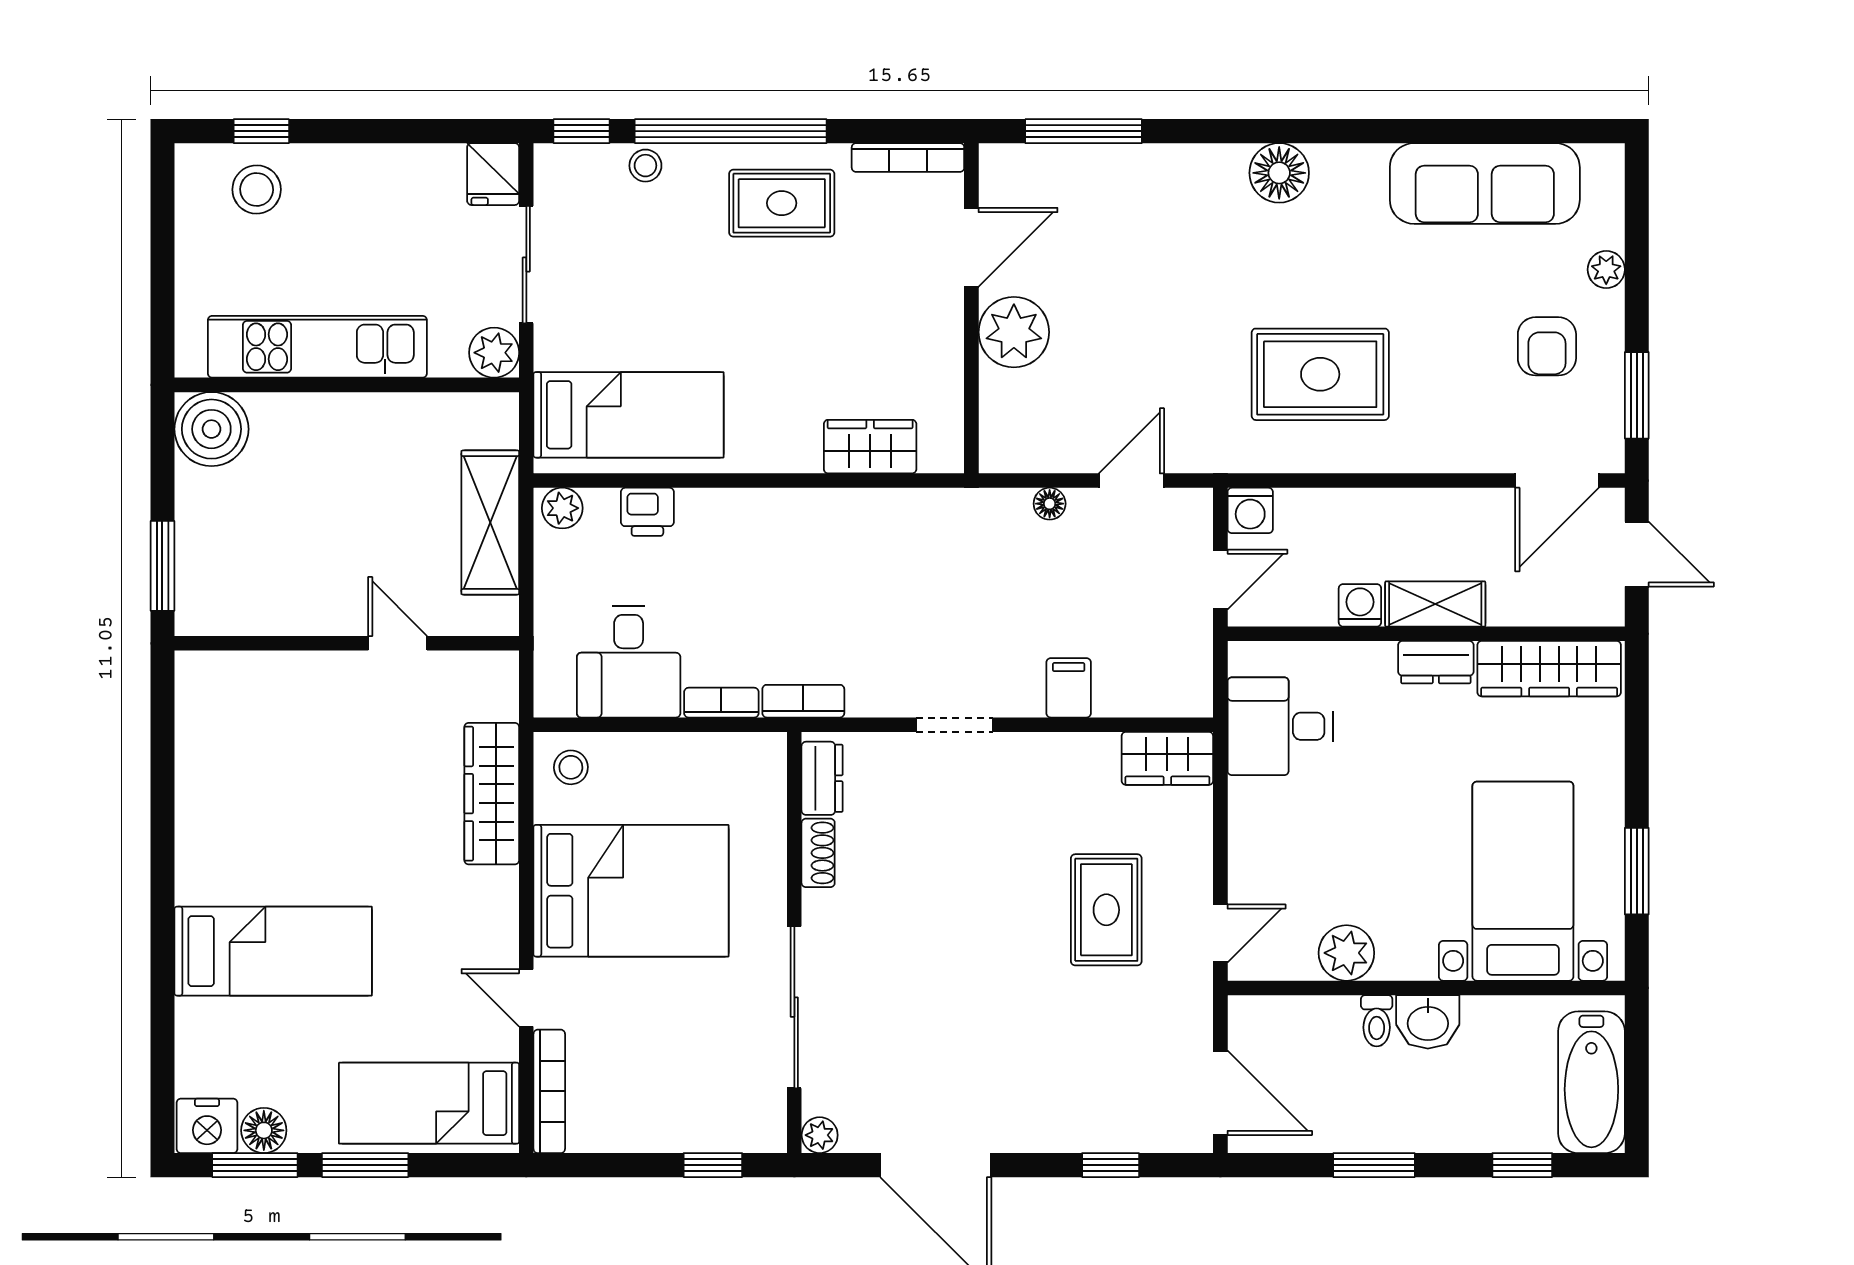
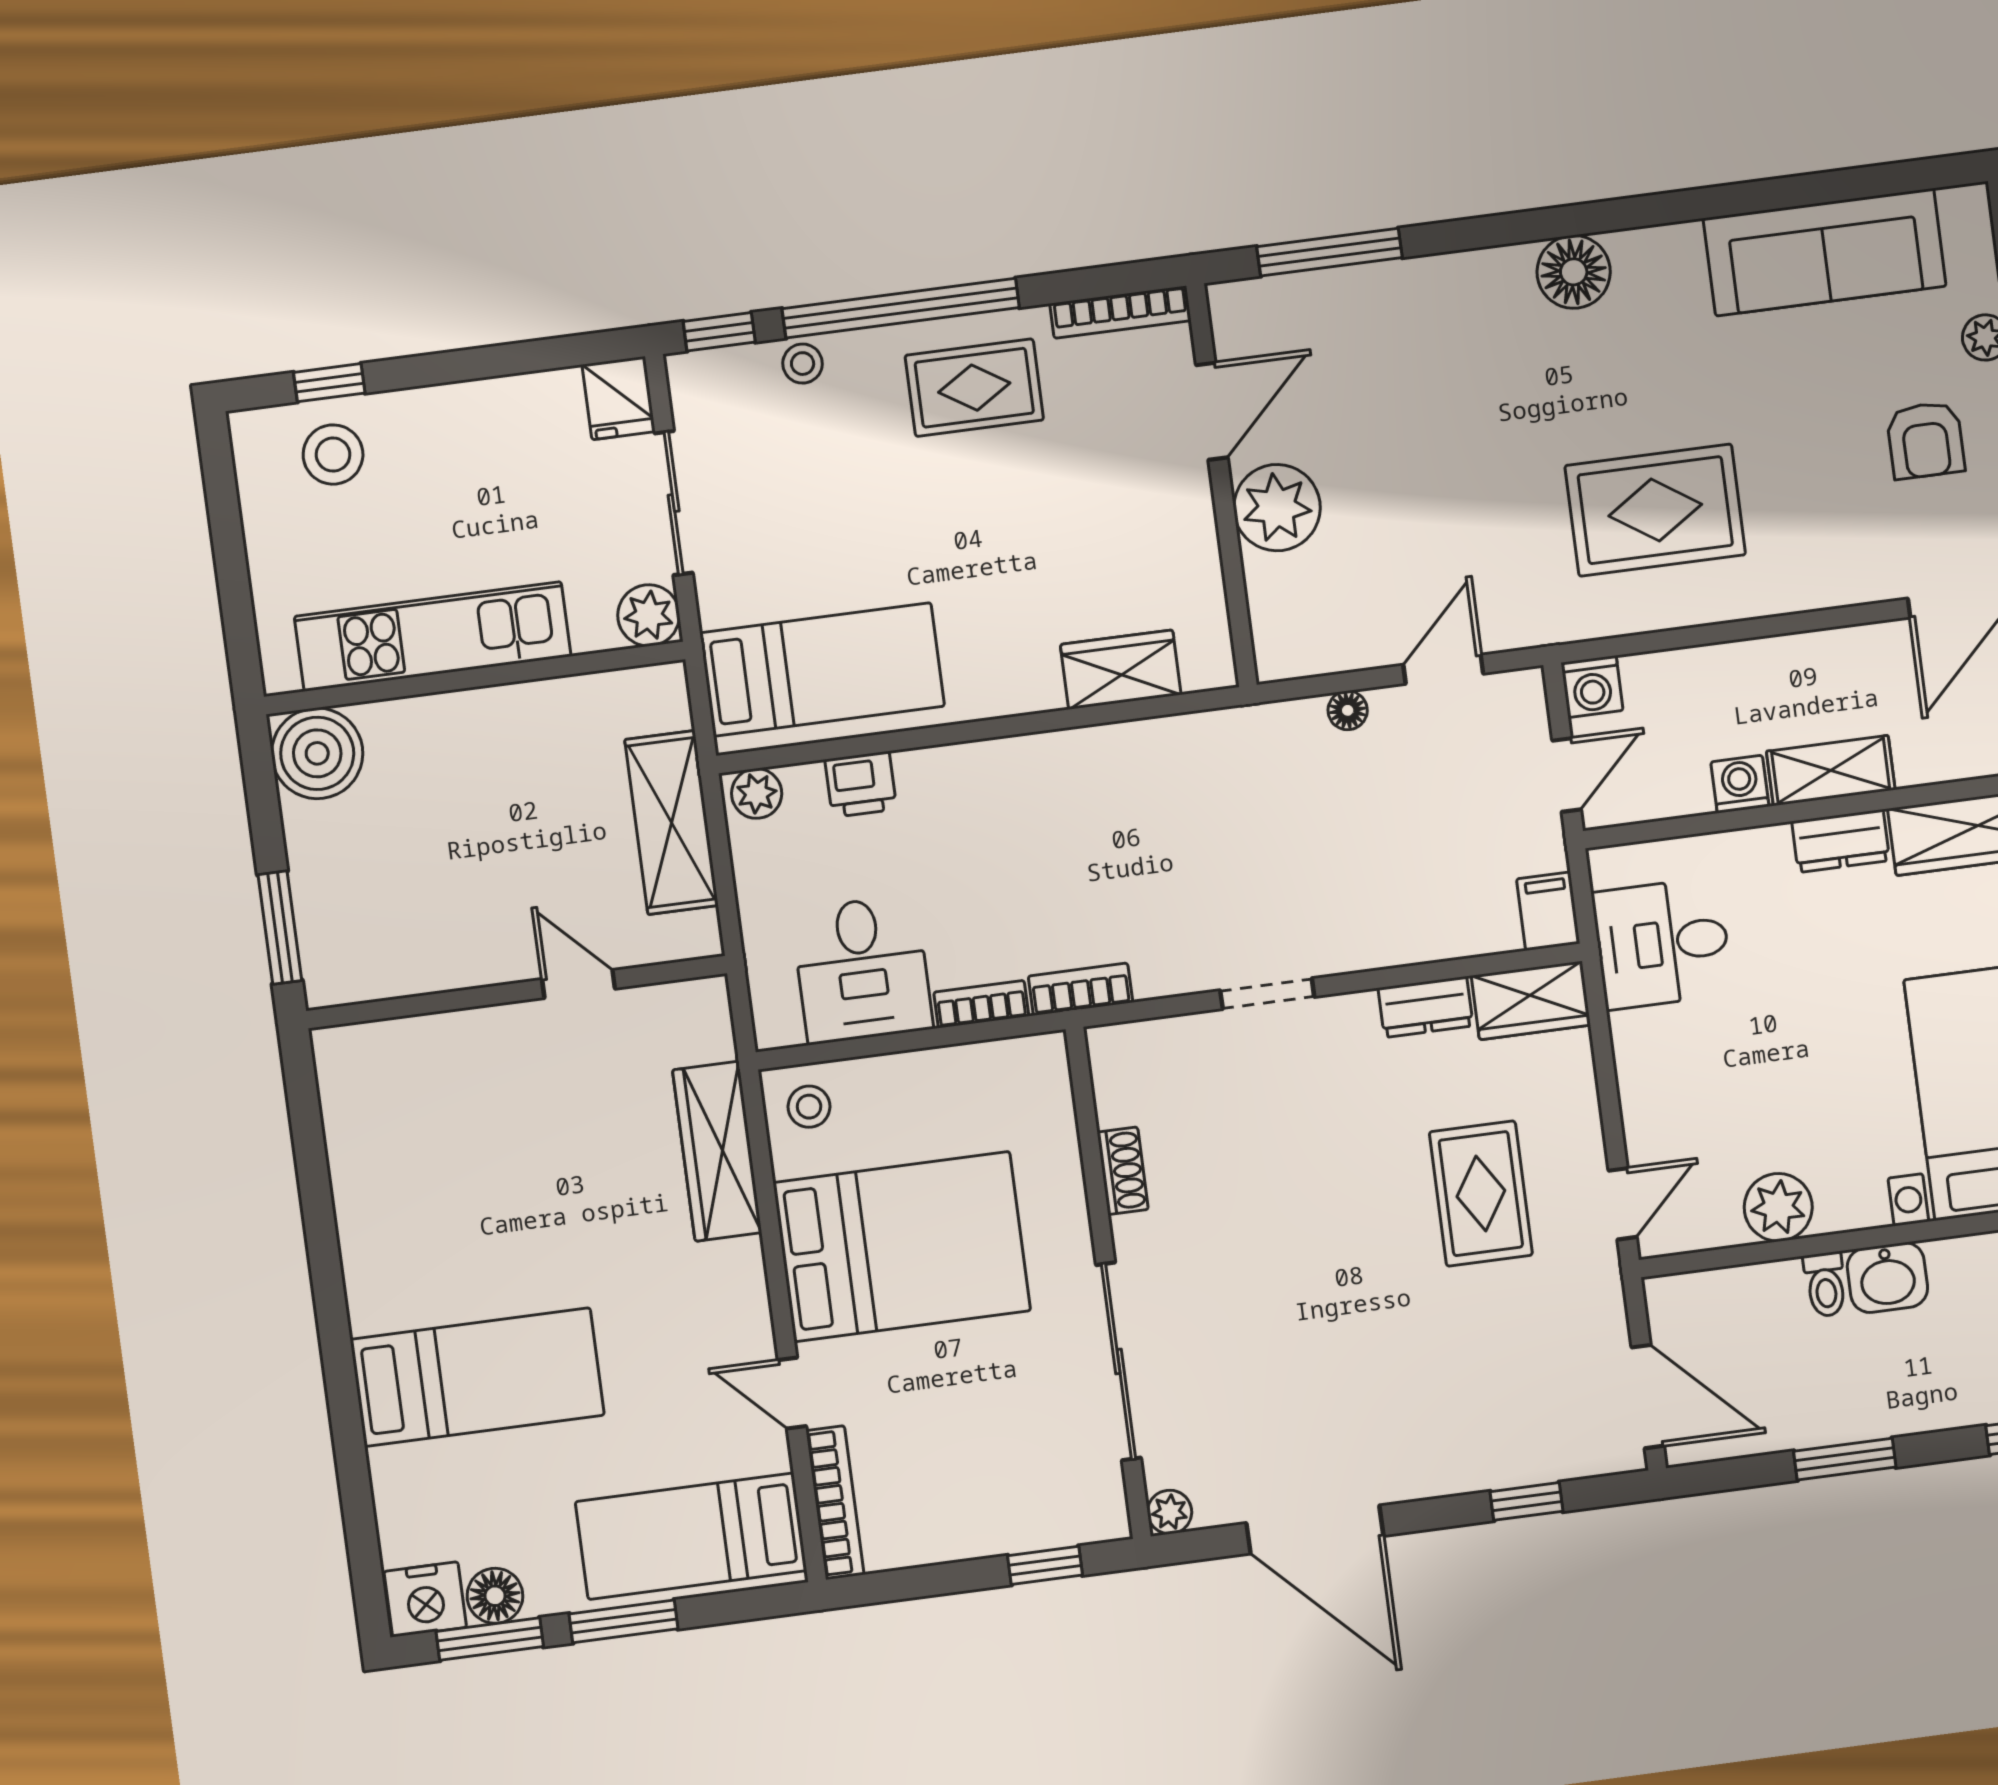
filing cabinet: (1069, 688) -> (1548, 911), moved
dresser: (822, 778) -> (1426, 1007), moved, turned 90

